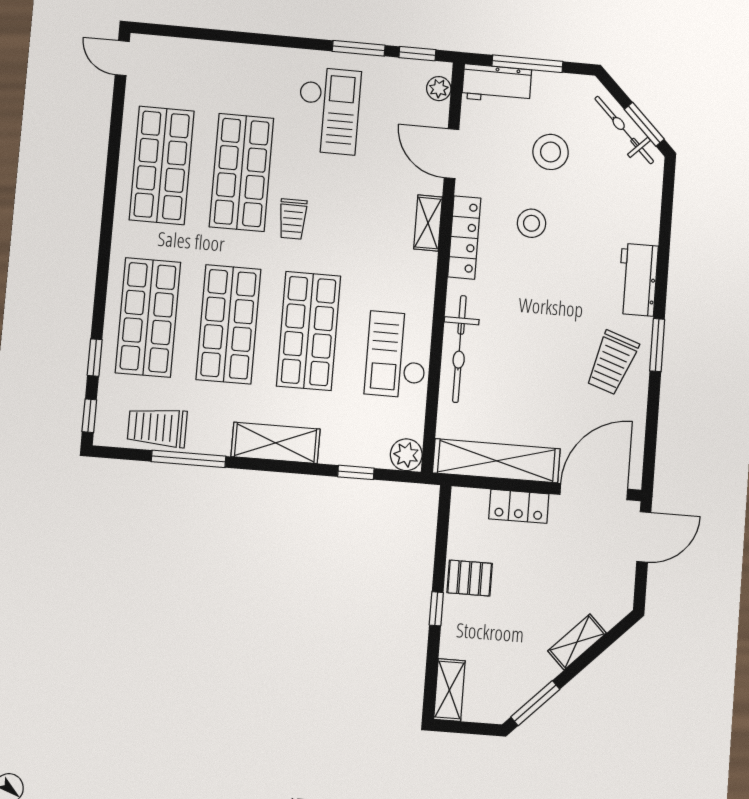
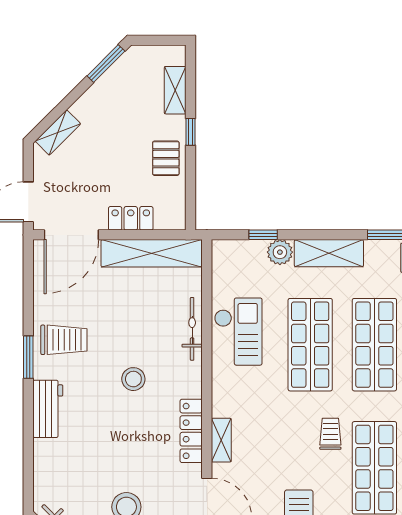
stool: (532, 223) -> (133, 379), moved
bicycle: (459, 349) -> (192, 329), width x0.73, depth x0.71
trolley: (612, 363) -> (64, 340), turned 71
plant: (406, 455) -> (280, 252), moved
pallet: (470, 578) -> (166, 158), turned 90
shelving: (577, 642) -> (58, 132), moved
shelving: (449, 690) -> (175, 90), moved

